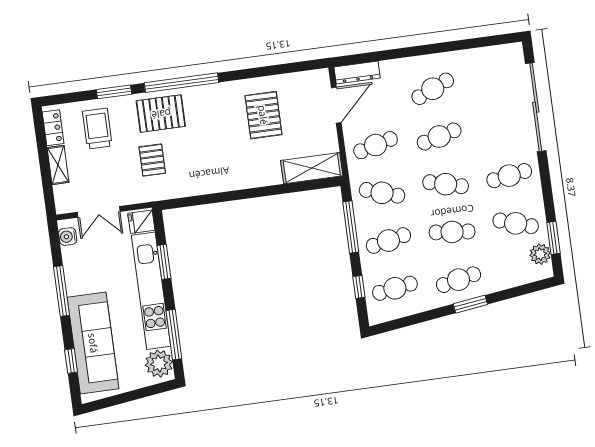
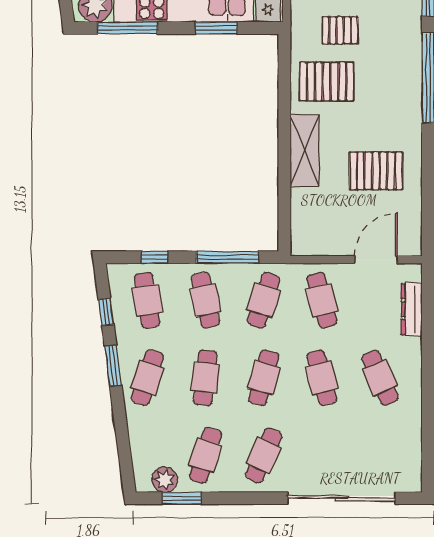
dresser: (357, 73) -> (412, 309), moved
door: (336, 105) -> (376, 260), swing flipped
pallet: (161, 114) -> (327, 82), moved, turned 90
shelving: (312, 168) -> (305, 151), moved
cafe table: (509, 176) -> (264, 455), turned 33
cafe table: (459, 280) -> (147, 378), turned 30
window: (470, 304) -> (113, 366), moved
window: (409, 321) -> (106, 312), added

